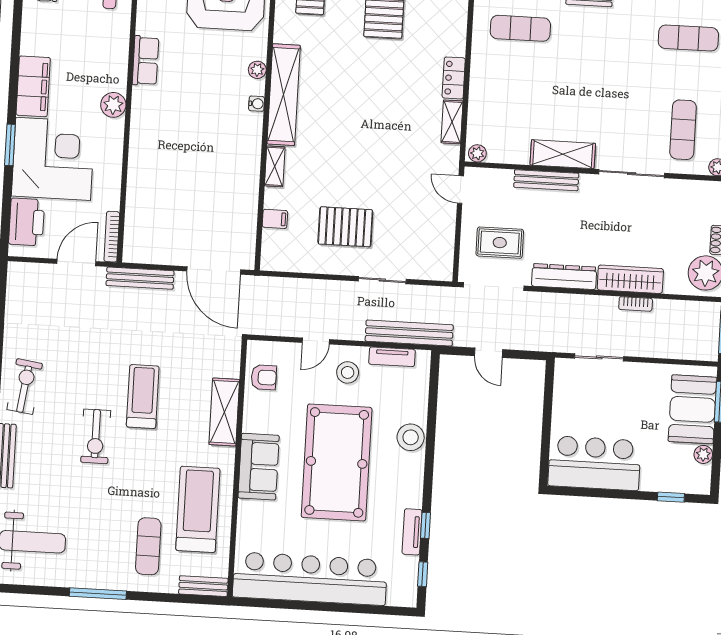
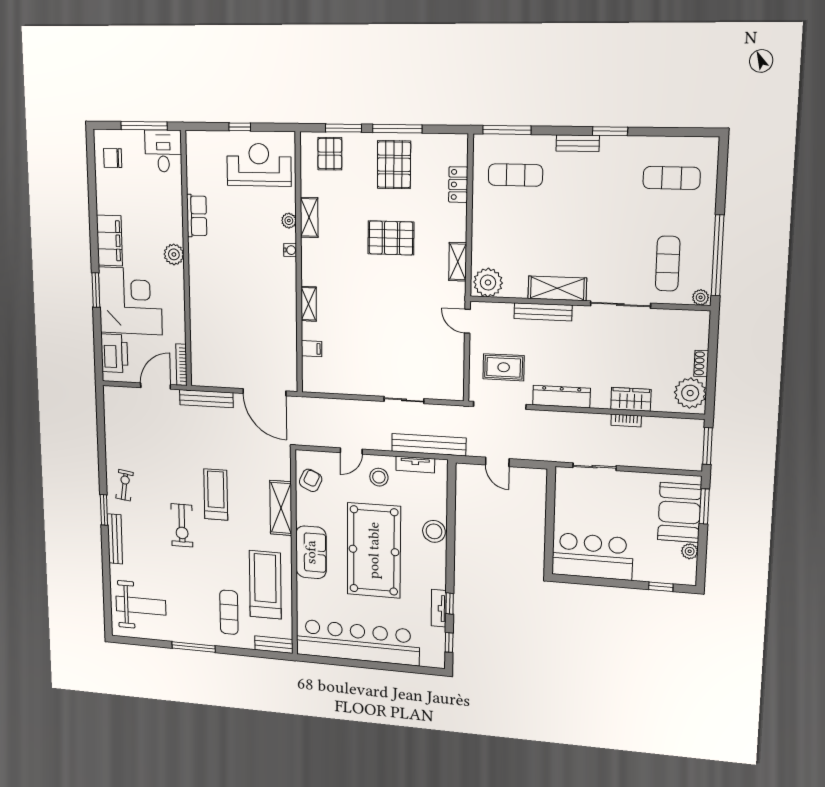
locker: (454, 78) -> (458, 185), moved
shelving: (284, 95) -> (309, 217), width x0.45, depth x0.75
plant: (477, 153) -> (488, 283), width x1.88, depth x1.88
pallet: (345, 227) -> (391, 238), moved
wardrobe: (630, 279) -> (631, 399), width x0.67
armchair: (264, 377) -> (311, 480), turned -65
exercise bike: (25, 387) -> (125, 485), width x0.73, depth x0.72

